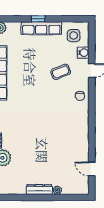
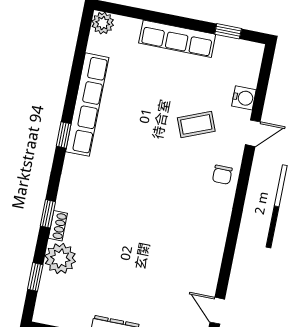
window: (38, 19) -> (228, 31), moved
side table: (74, 36) -> (233, 64), removed

